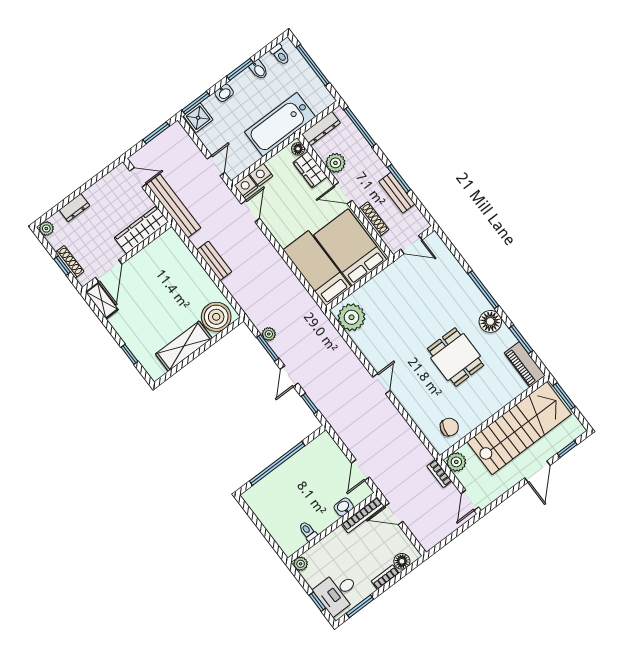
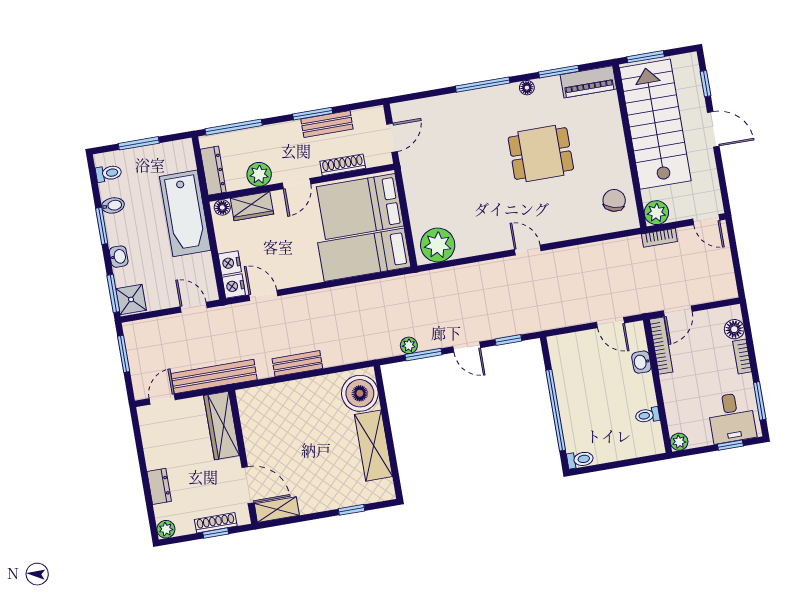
window: (313, 65) -> (139, 143), width x0.69
floor lamp: (490, 321) -> (527, 88), width x0.53, depth x0.53
toilet: (251, 499) -> (580, 459), added

